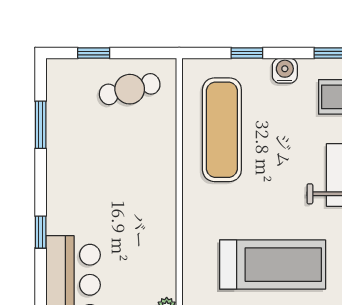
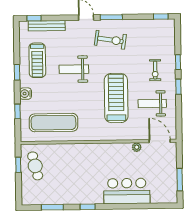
window: (94, 53) -> (18, 165), moved
window: (41, 232) -> (88, 207), moved

